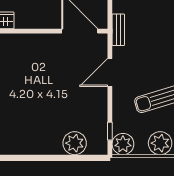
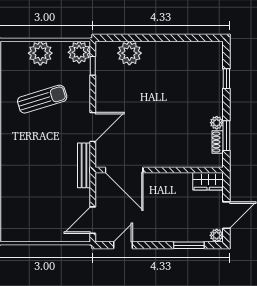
bench: (118, 30) -> (84, 165), width x1.36

